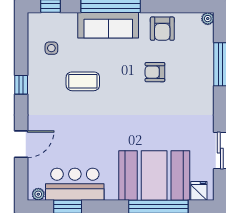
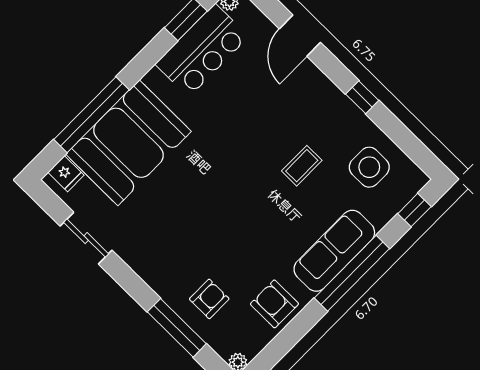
side table: (51, 48) -> (369, 167), width x1.87, depth x1.87
armchair: (155, 72) -> (209, 299), moved
coffee table: (83, 81) -> (302, 166), width x0.73, depth x0.77

